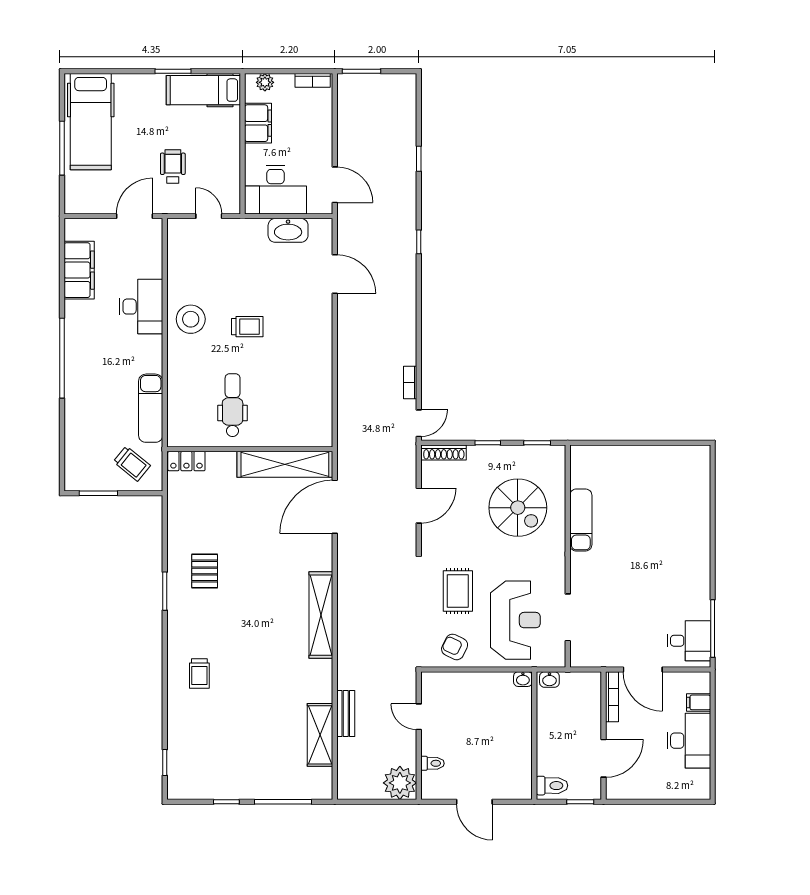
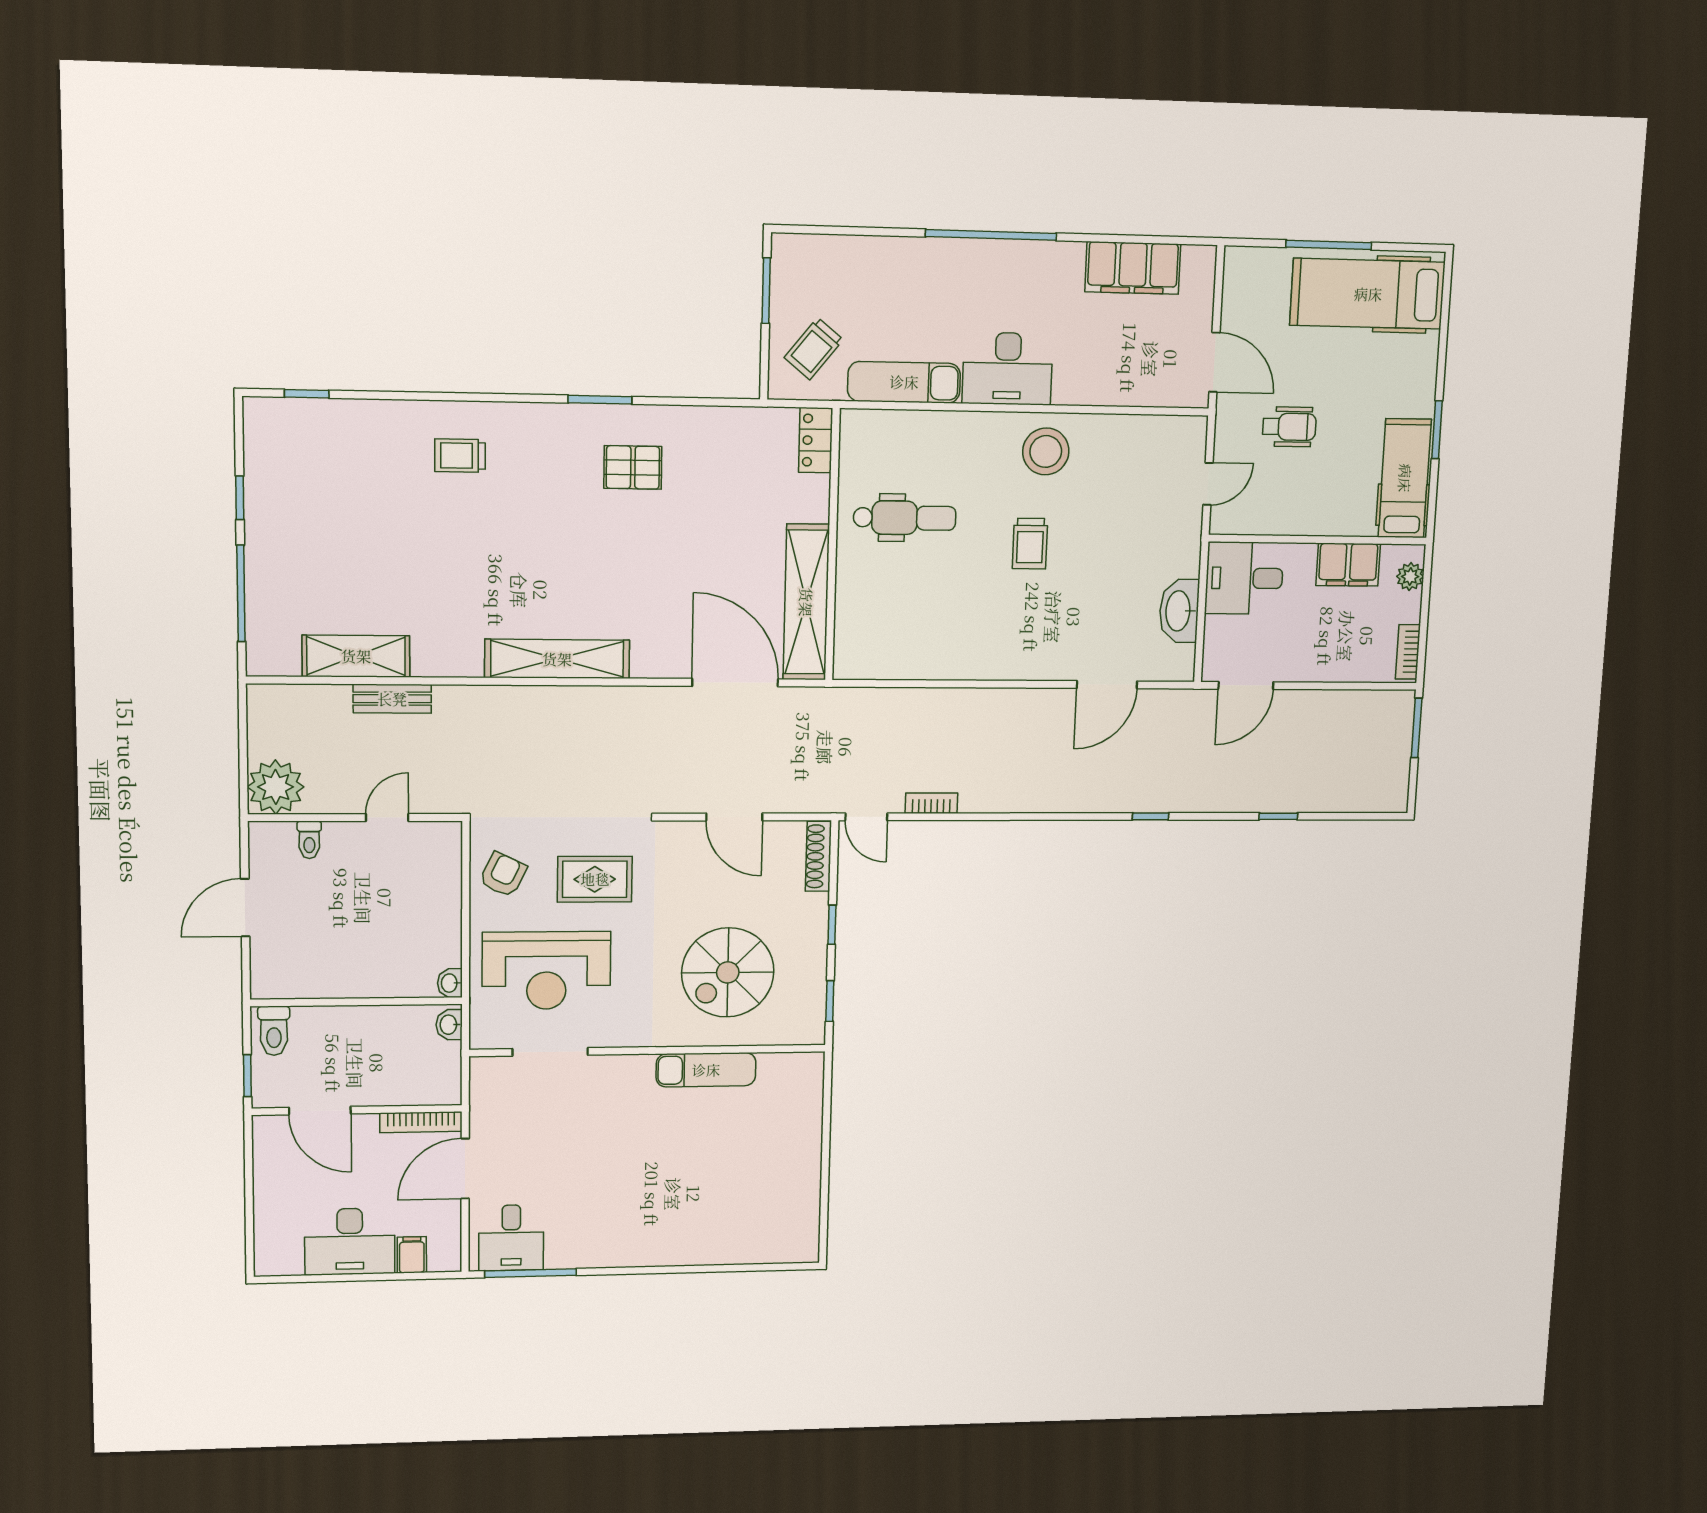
desk: (276, 190) -> (1244, 578), width x0.73
desk: (141, 307) -> (1008, 369), moved

